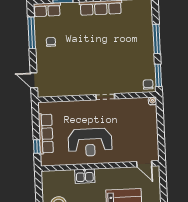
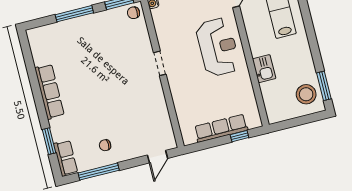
reception desk: (90, 142) -> (218, 47), moved

